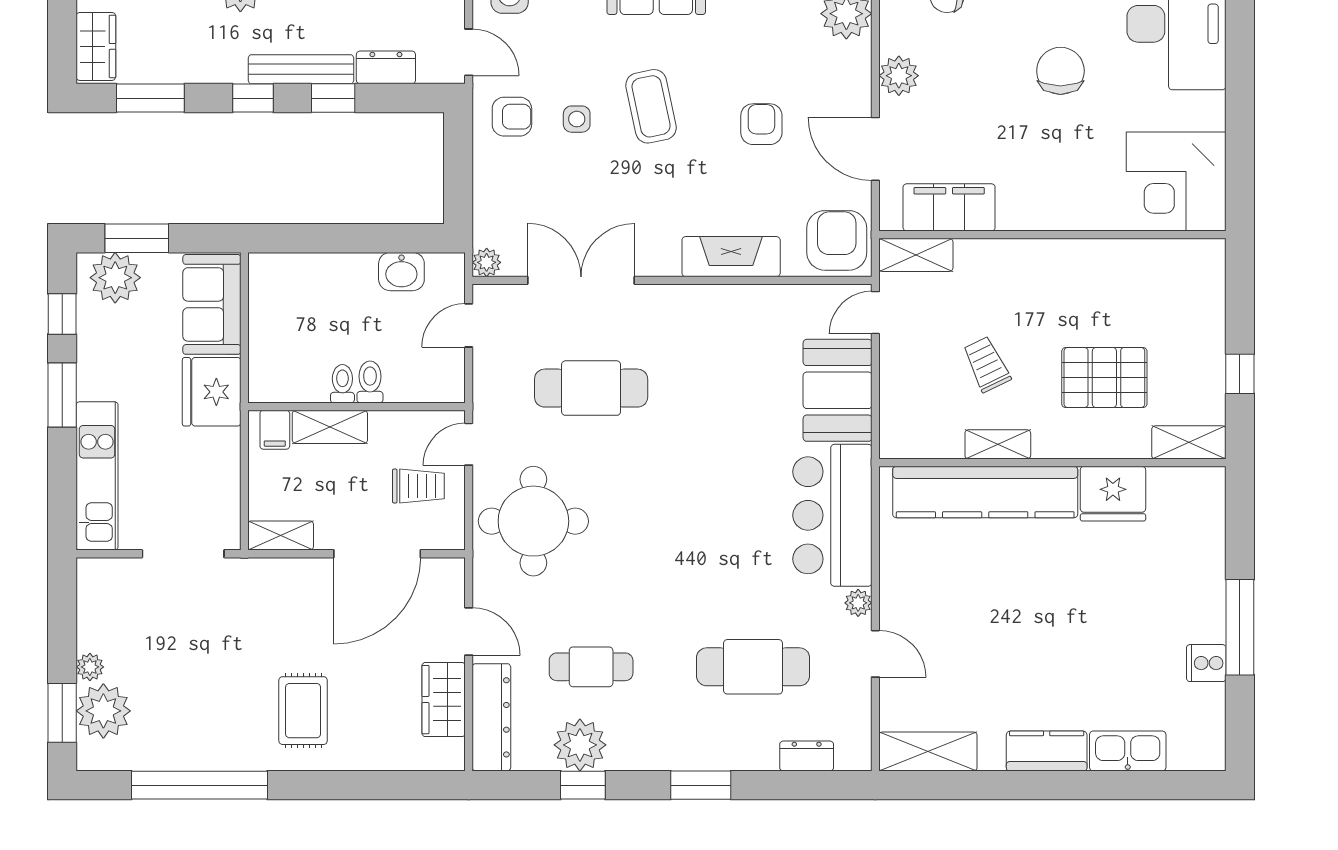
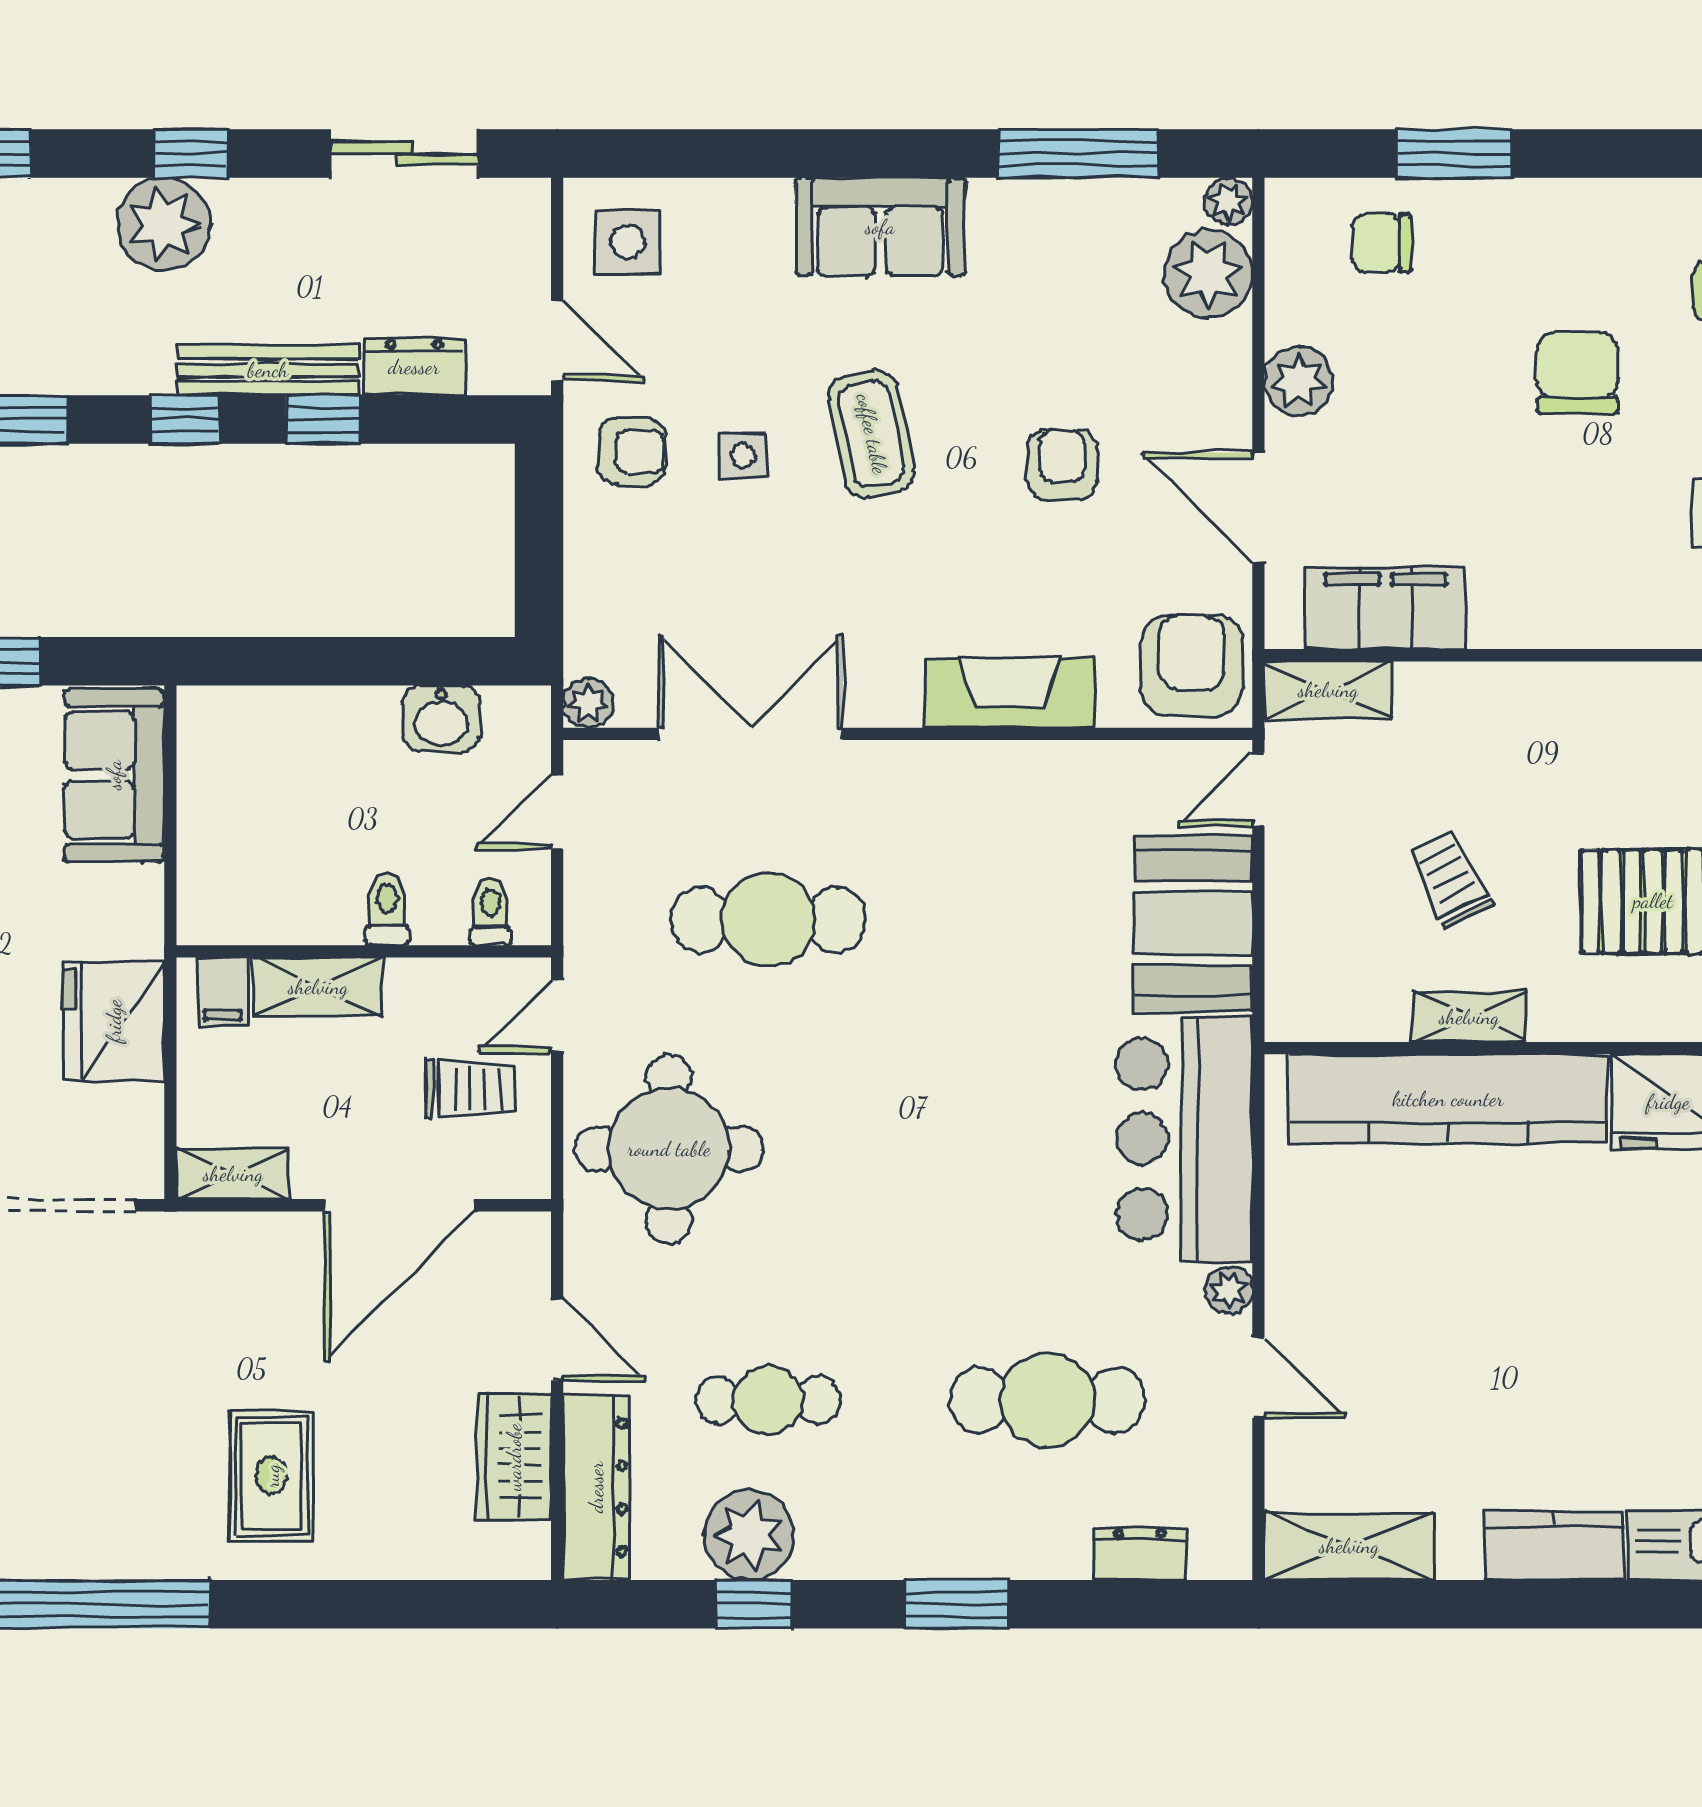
toilet: (342, 384) -> (491, 912), moved
fridge: (212, 392) -> (114, 1021), moved

